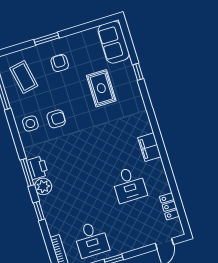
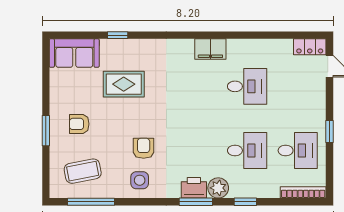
desk: (79, 200) -> (247, 151), added
locker: (169, 206) -> (310, 47), moved

